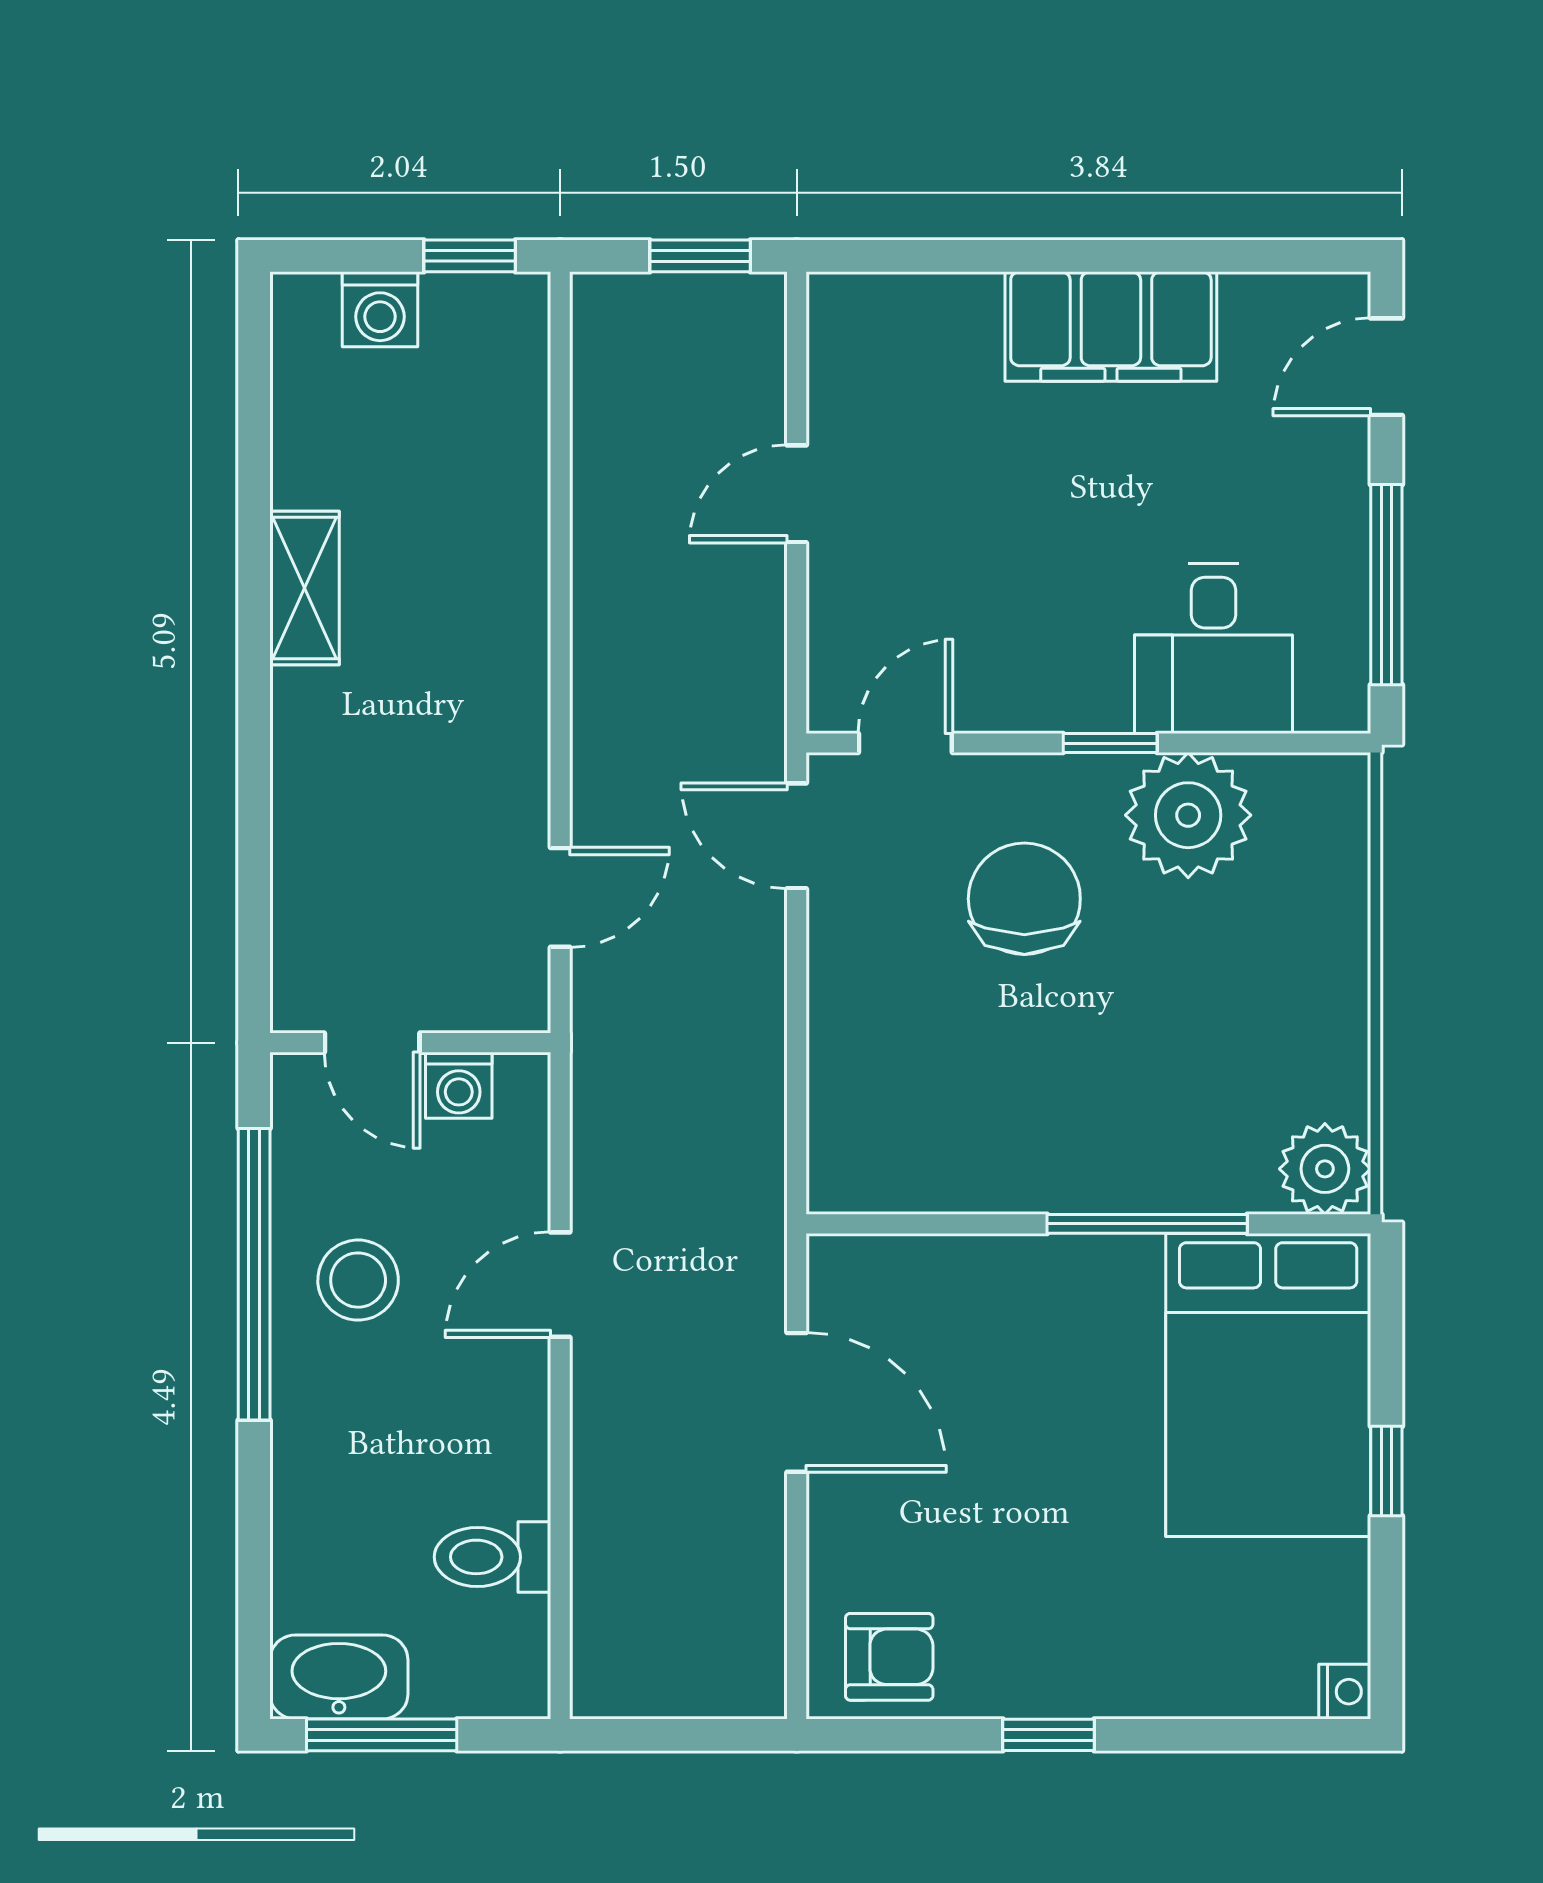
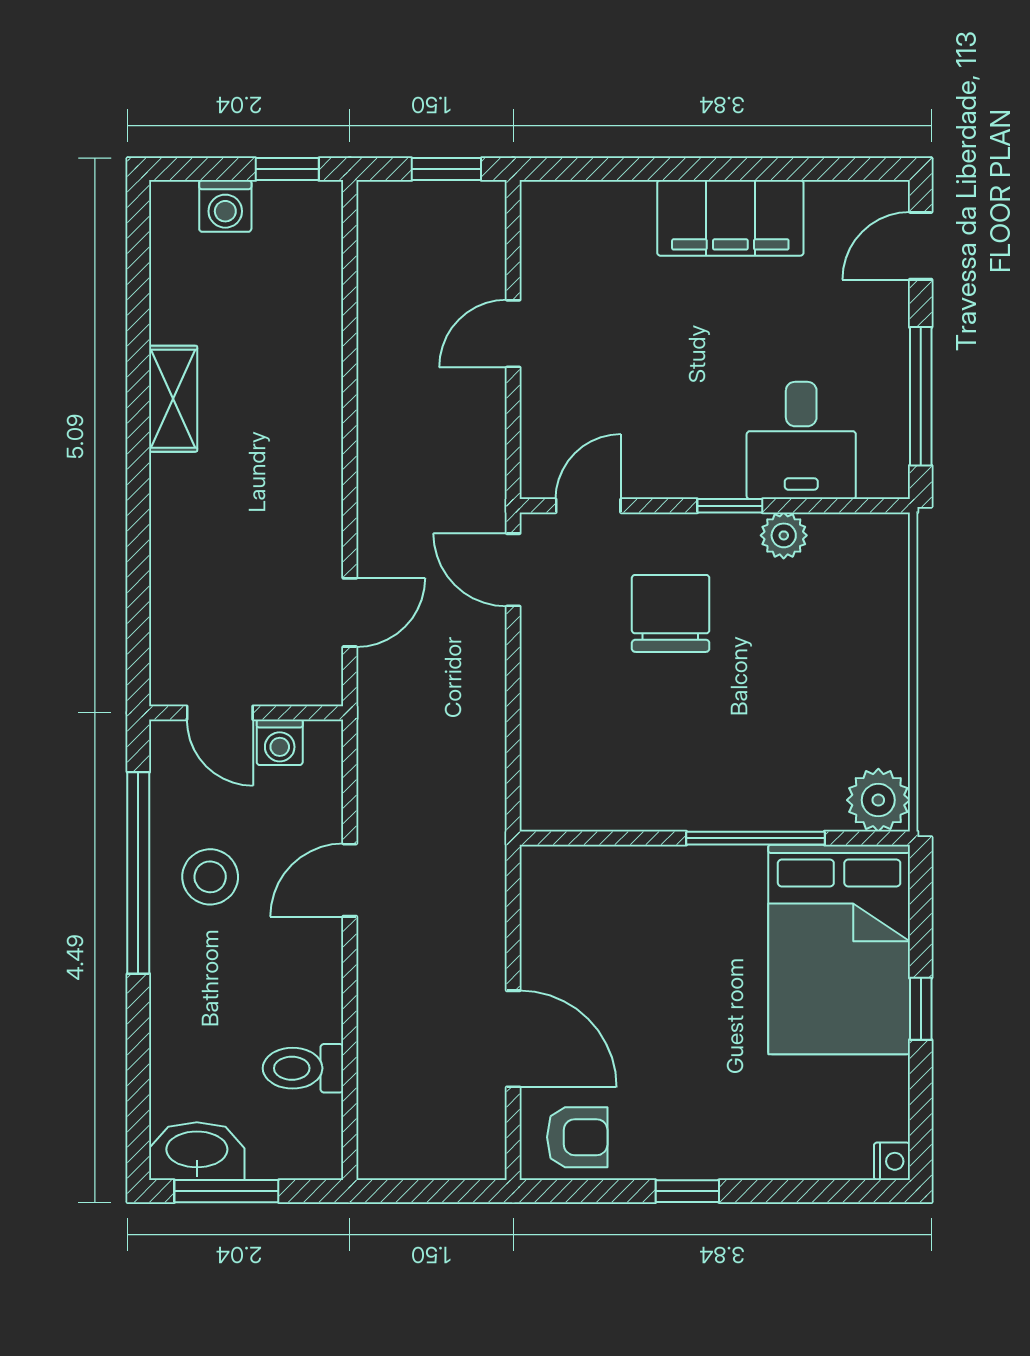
plant: (1188, 815) -> (784, 535), width x0.53, depth x0.53
door: (797, 1402) -> (513, 1039), moved

